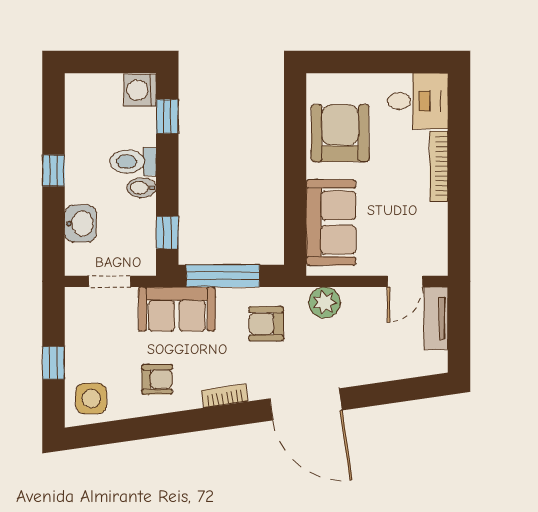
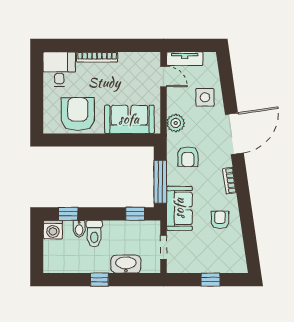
armchair: (340, 133) -> (78, 114), turned 90
bidet: (142, 188) -> (79, 229), moved
washbasin: (80, 224) -> (126, 264), width x1.38
side table: (91, 399) -> (205, 97), moved

